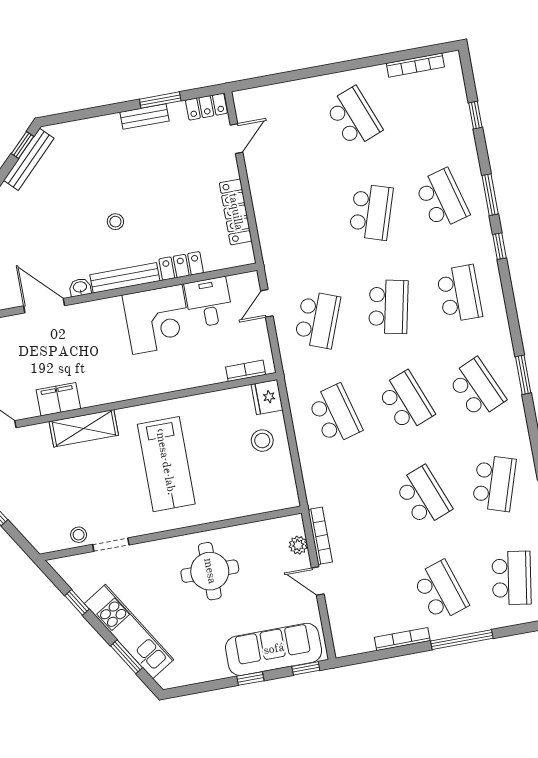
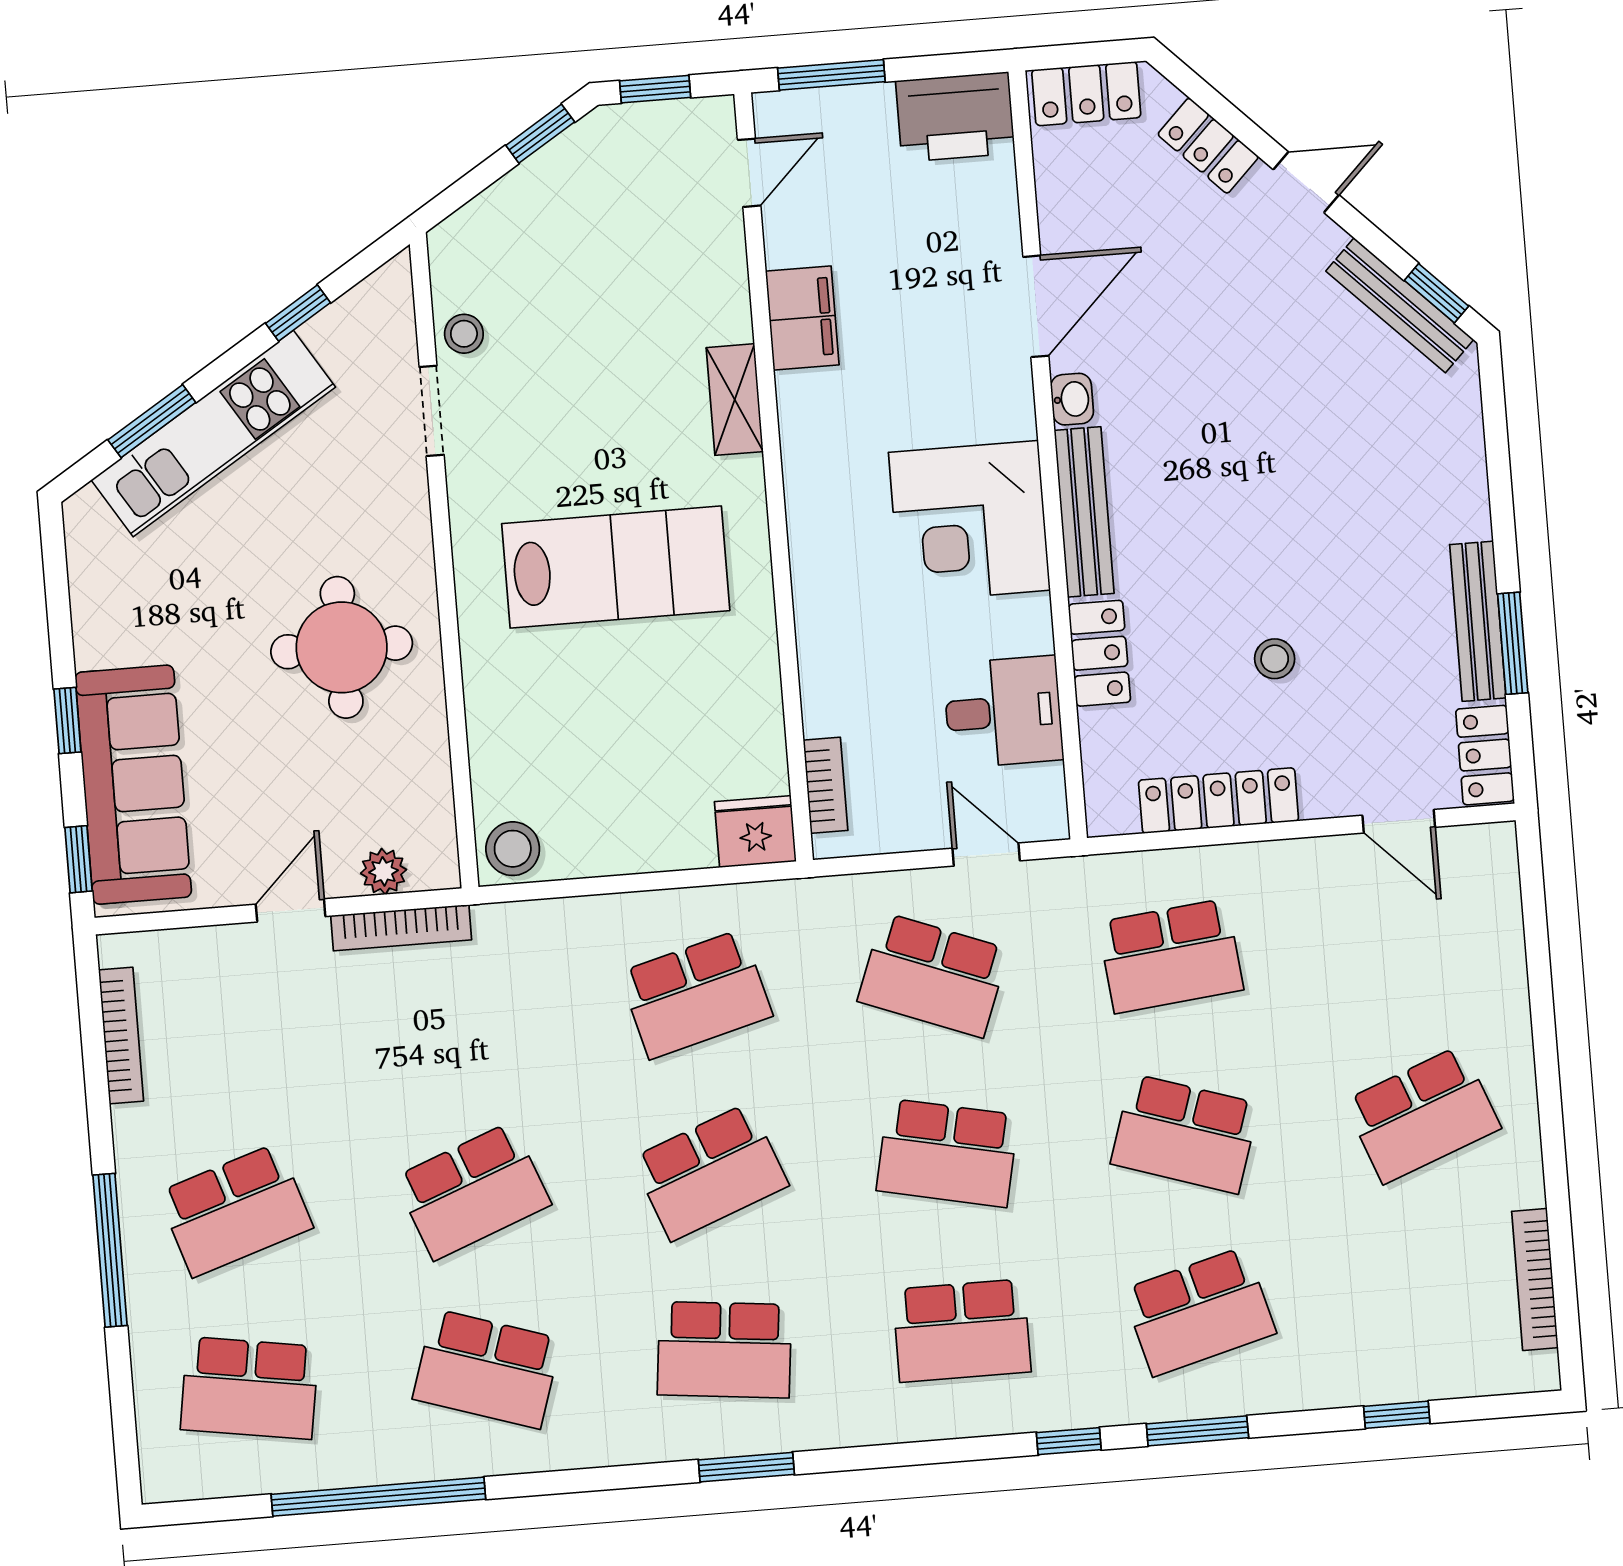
bench: (144, 117) -> (1478, 621), width x1.36
stool: (115, 222) -> (1275, 659), moved
school desk: (300, 225) -> (1171, 956), added
corner desk: (157, 319) -> (969, 521), moved
school desk: (477, 388) -> (724, 1350), turned 30
shelving: (84, 428) -> (735, 400), width x0.67, depth x0.75
stool: (262, 441) -> (513, 849), moved
lab bench: (166, 464) -> (616, 567), turned 180
bookcase: (402, 639) -> (121, 1035), moved

